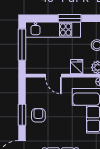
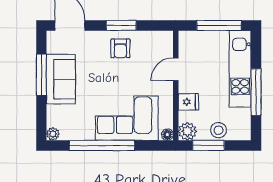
window: (70, 18) -> (256, 92), width x1.44
armchair: (38, 115) -> (120, 48), turned 90

